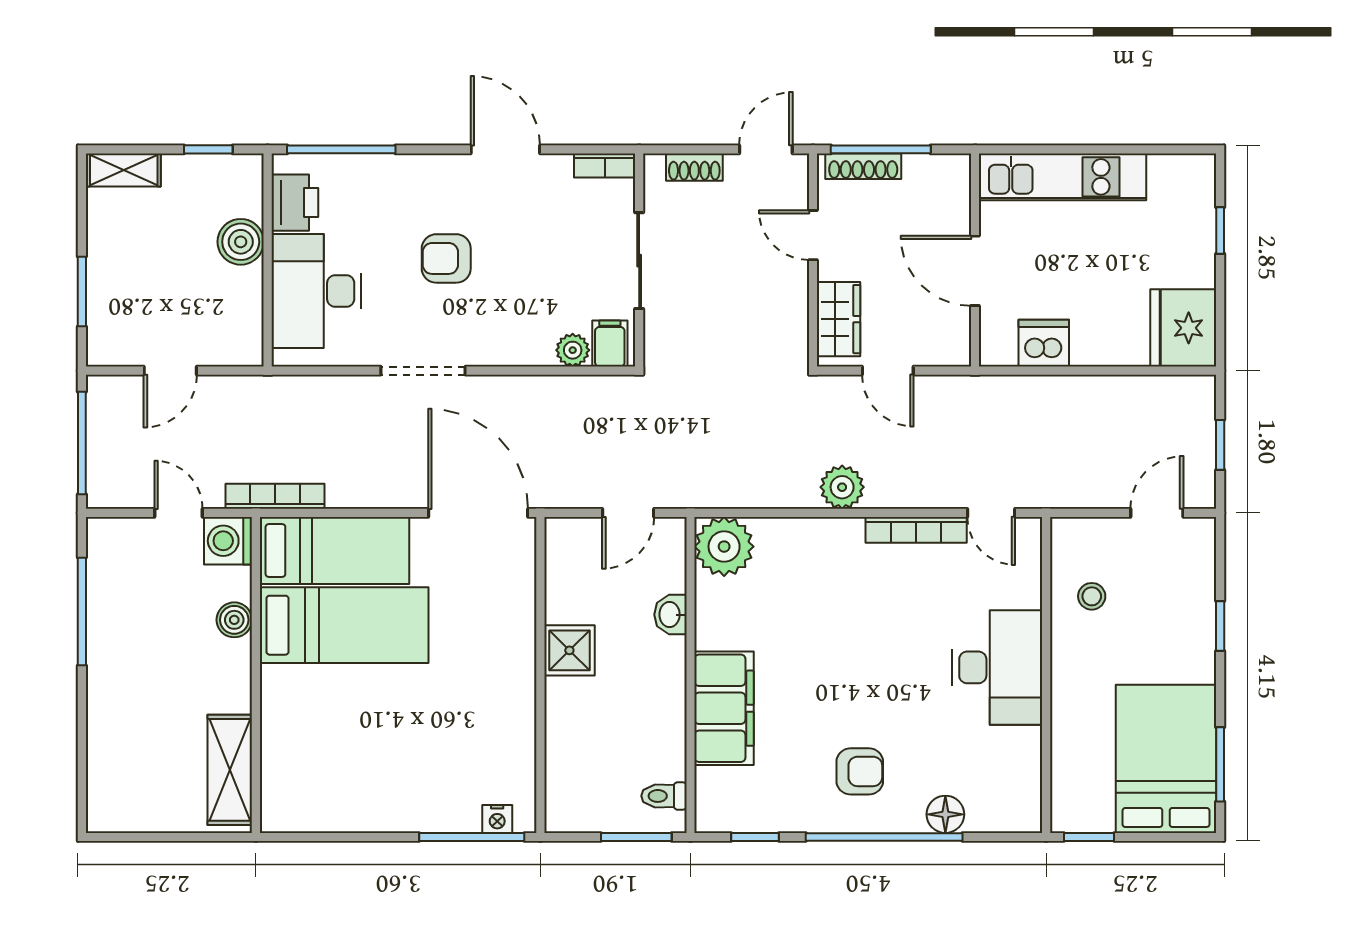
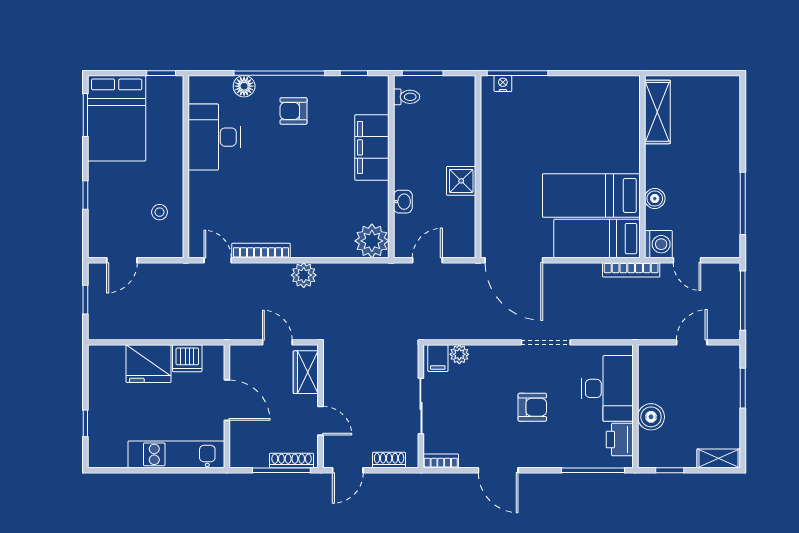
fridge: (1183, 328) -> (149, 364), moved, turned 90
desk: (997, 667) -> (214, 137), moved

